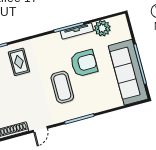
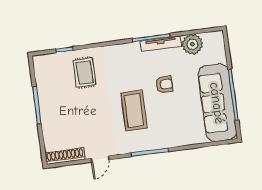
armchair: (84, 63) -> (164, 84), width x0.53, depth x0.53

